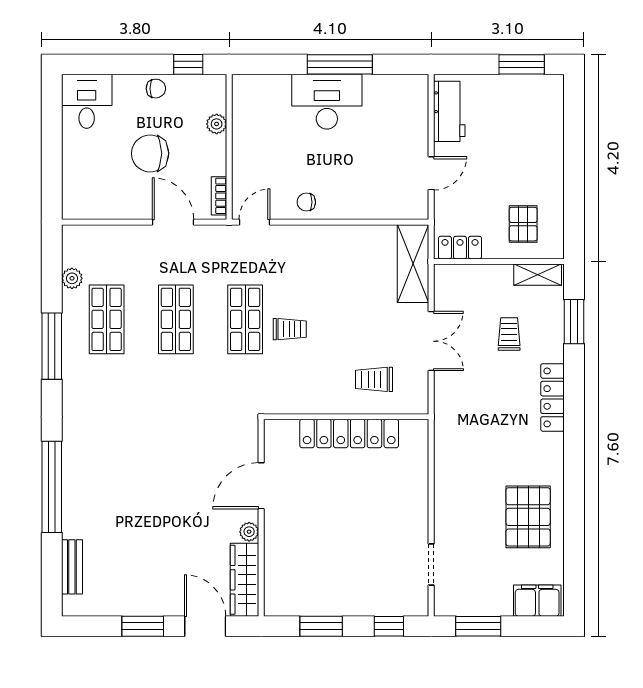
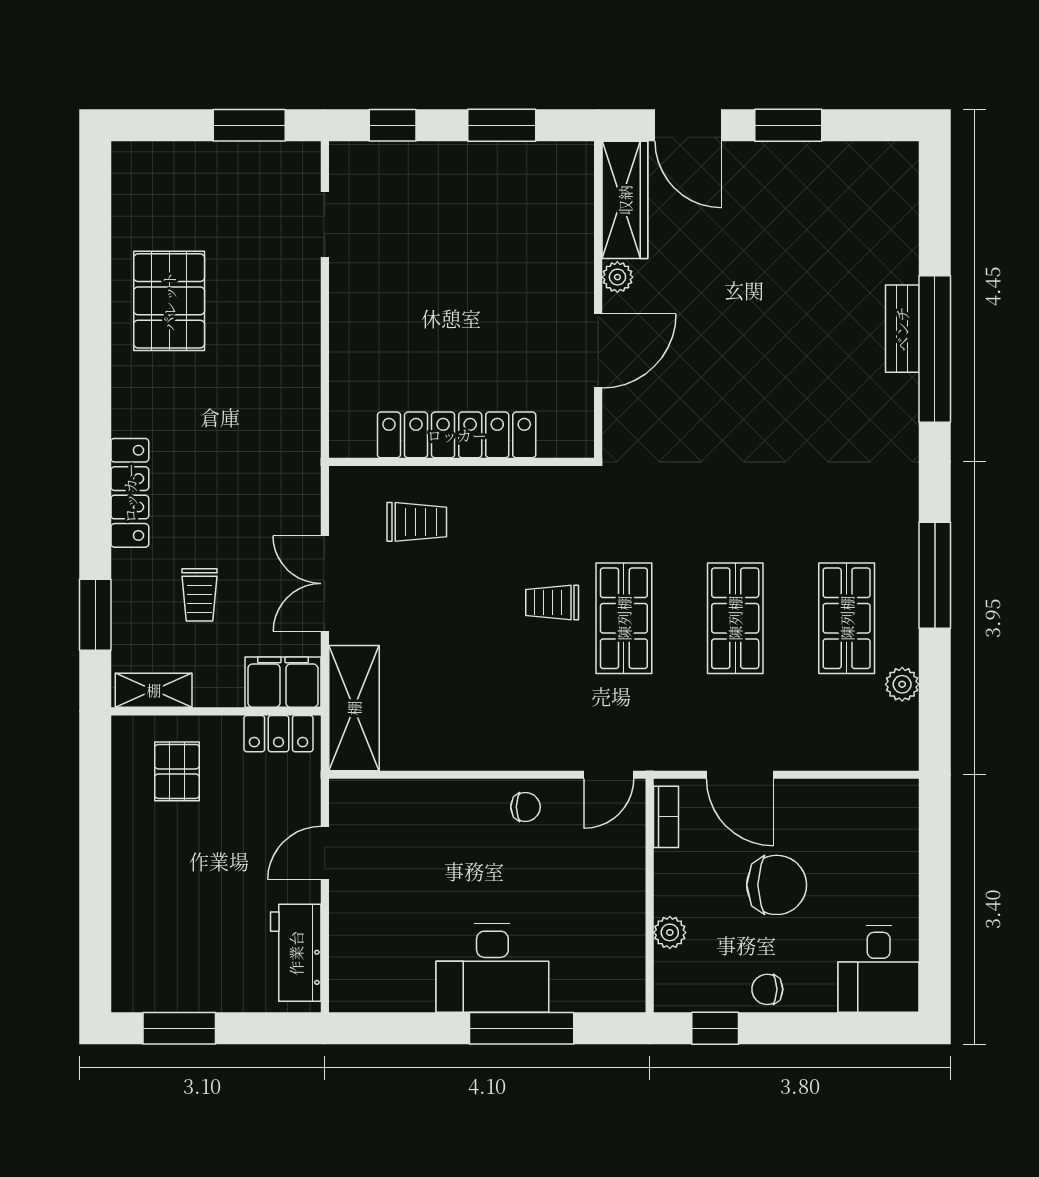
window: (340, 64) -> (522, 1028), moved
bench: (72, 567) -> (902, 329), moved
filing cabinet: (537, 601) -> (283, 682), moved, turned 180

